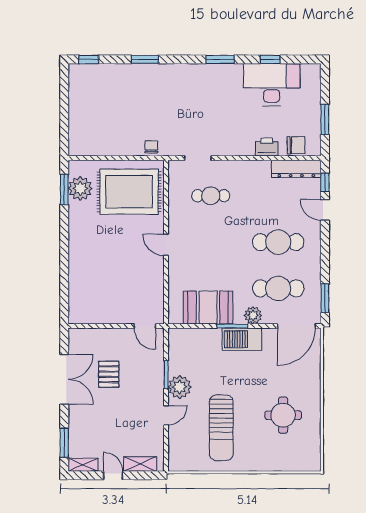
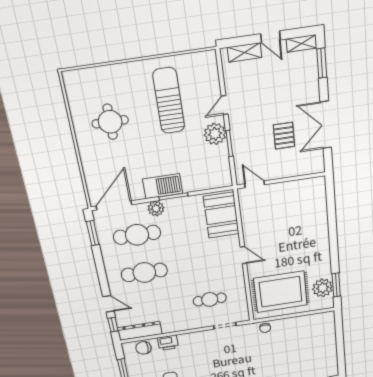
booth: (208, 308) -> (221, 215), moved, turned 90

